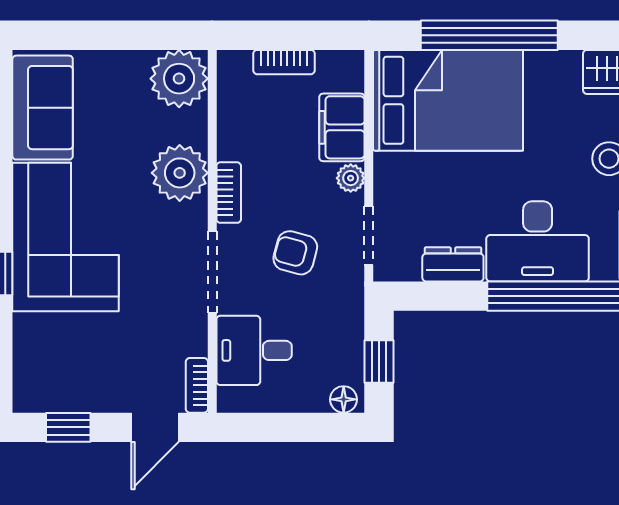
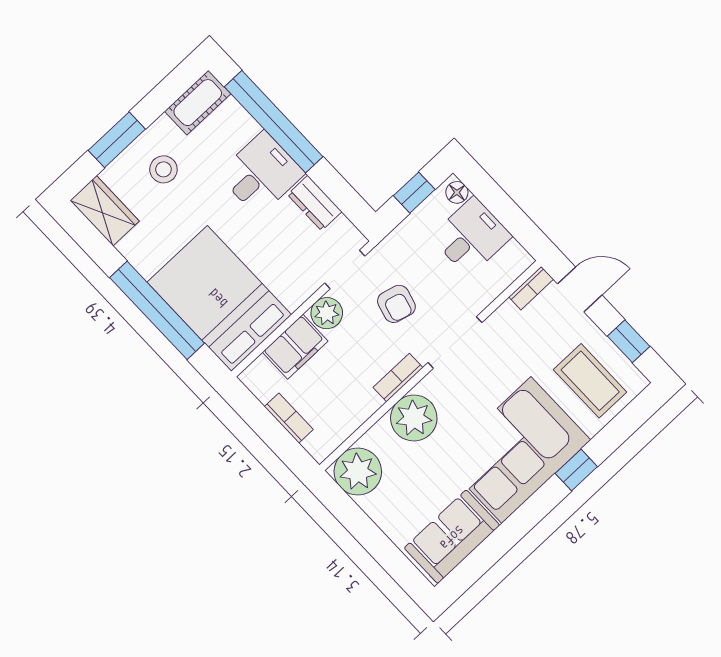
plant: (351, 178) -> (327, 313), width x1.38, depth x1.38
desk: (538, 241) -> (261, 174), width x0.73
desk: (254, 350) -> (471, 237), moved, turned -90
coffee table: (66, 360) -> (590, 381), added

